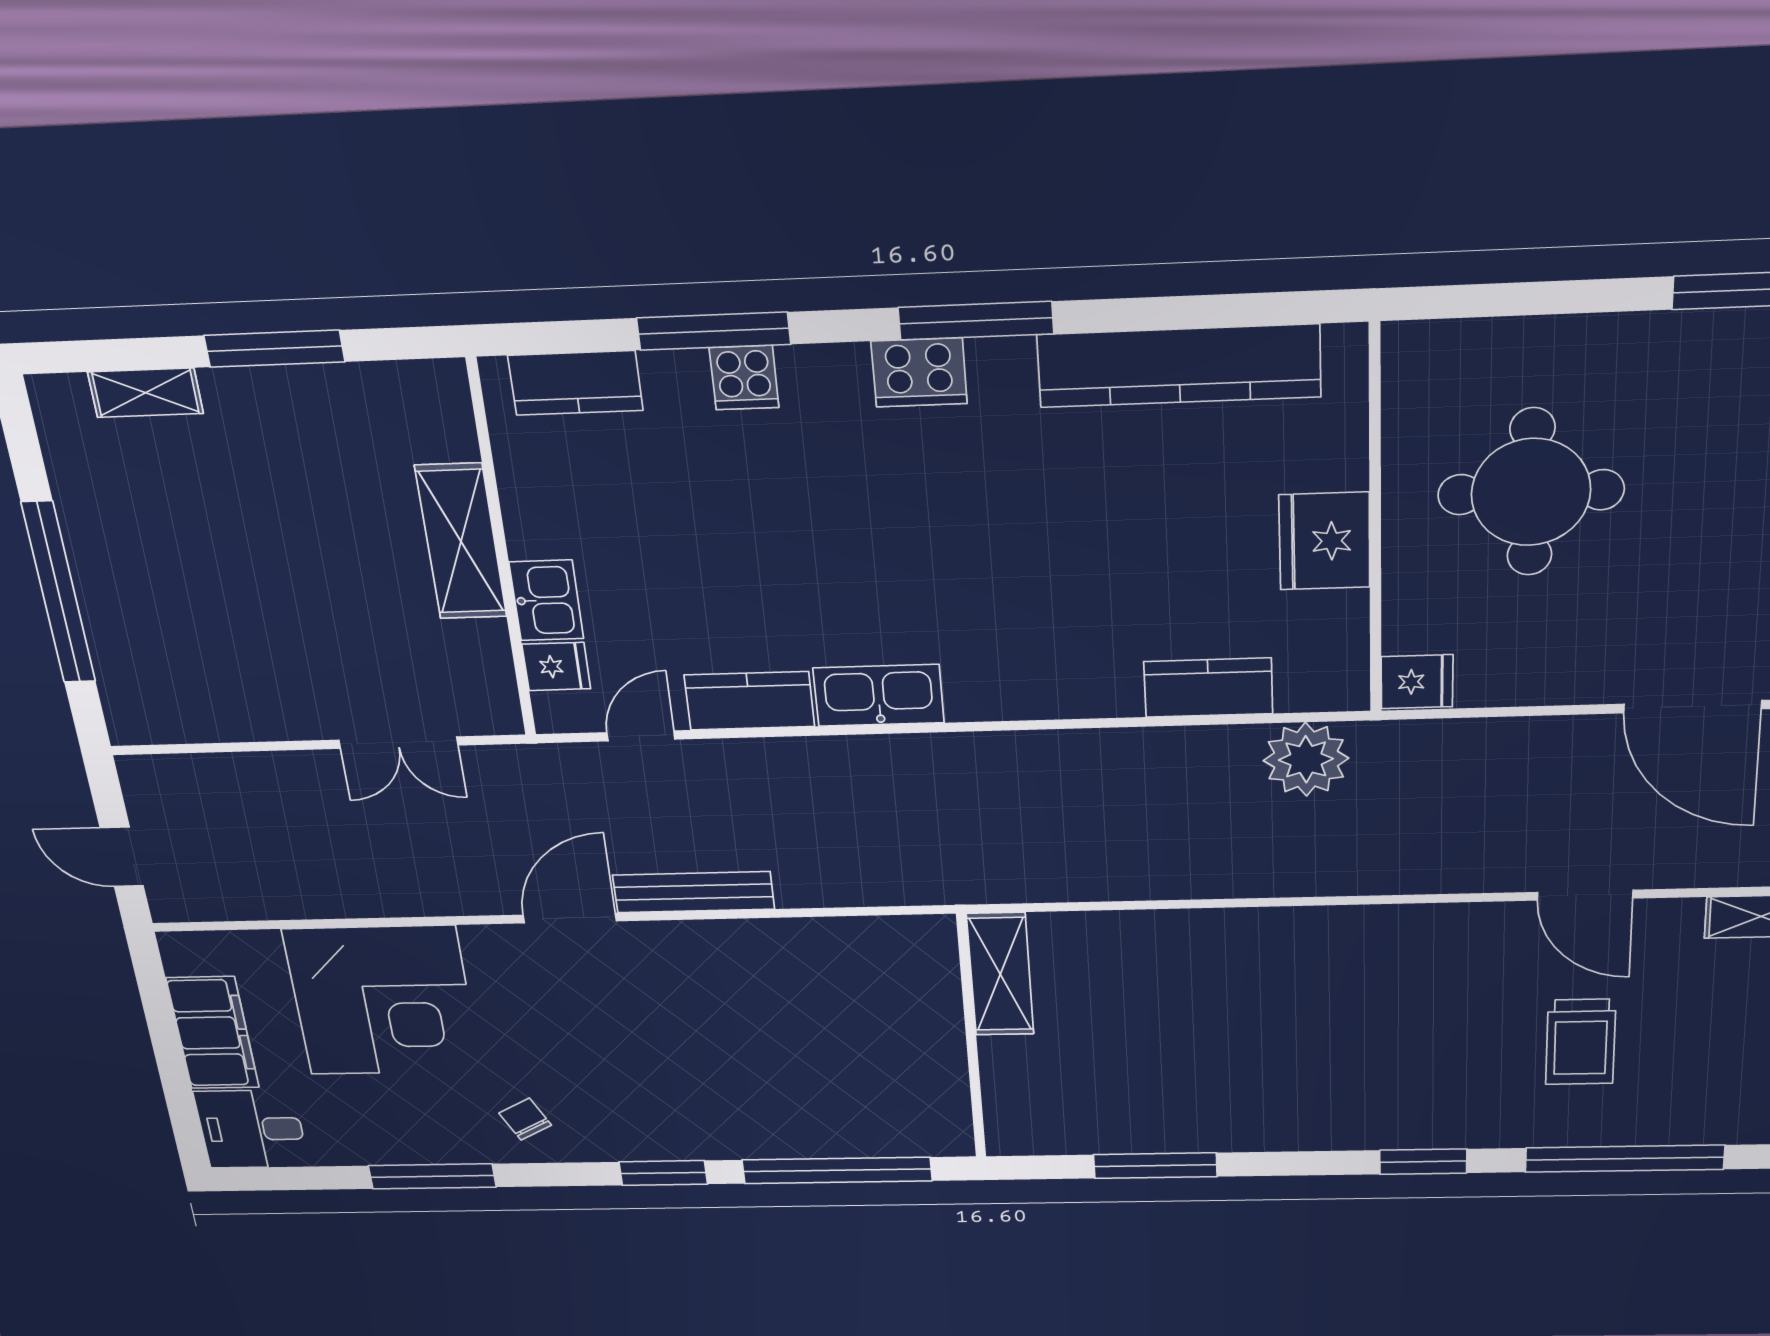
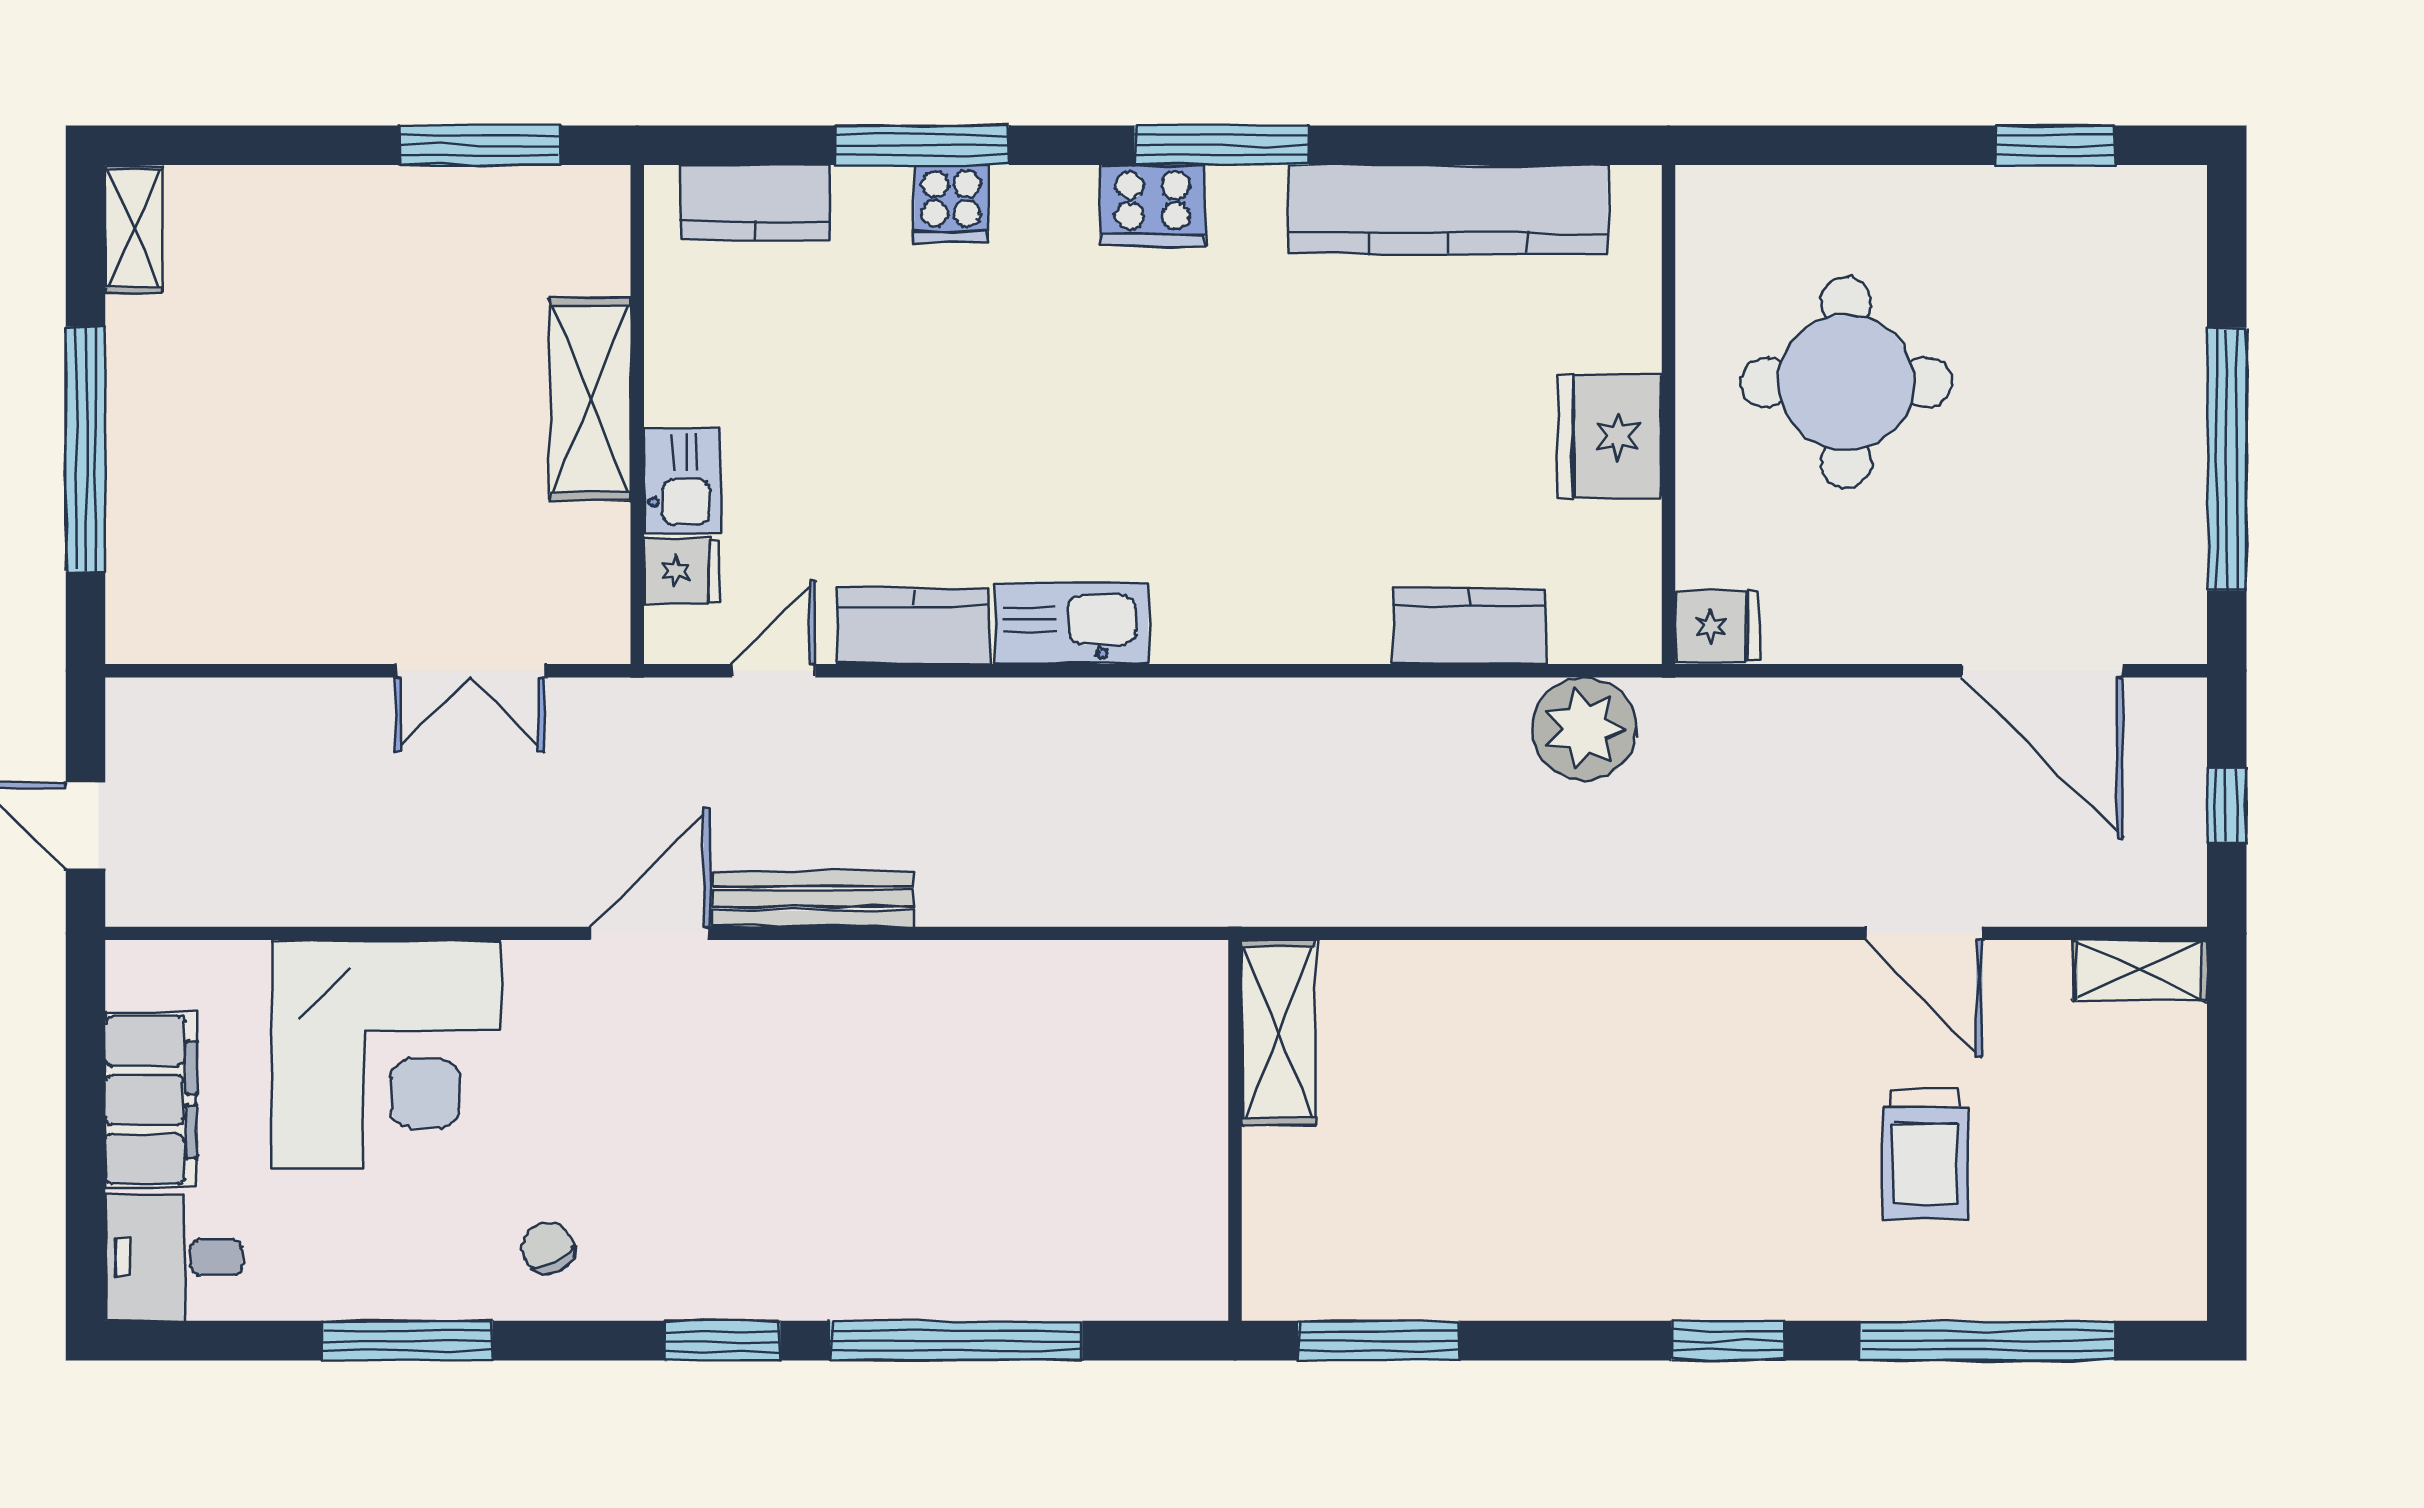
window: (274, 349) -> (480, 145), moved
shelving: (145, 393) -> (134, 229), moved, turned 90
shelving: (1000, 974) -> (1279, 1033), moved
wall: (971, 1038) -> (1235, 1130), moved

